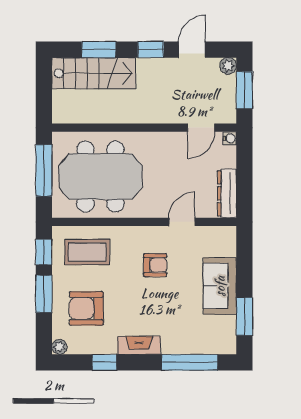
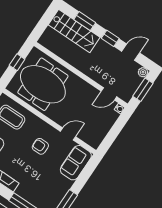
window: (44, 170) -> (17, 62), width x0.46
dresser: (227, 193) -> (100, 135), removed
armchair: (155, 265) -> (40, 146), turned 180
sofa: (220, 286) -> (76, 163), moved

